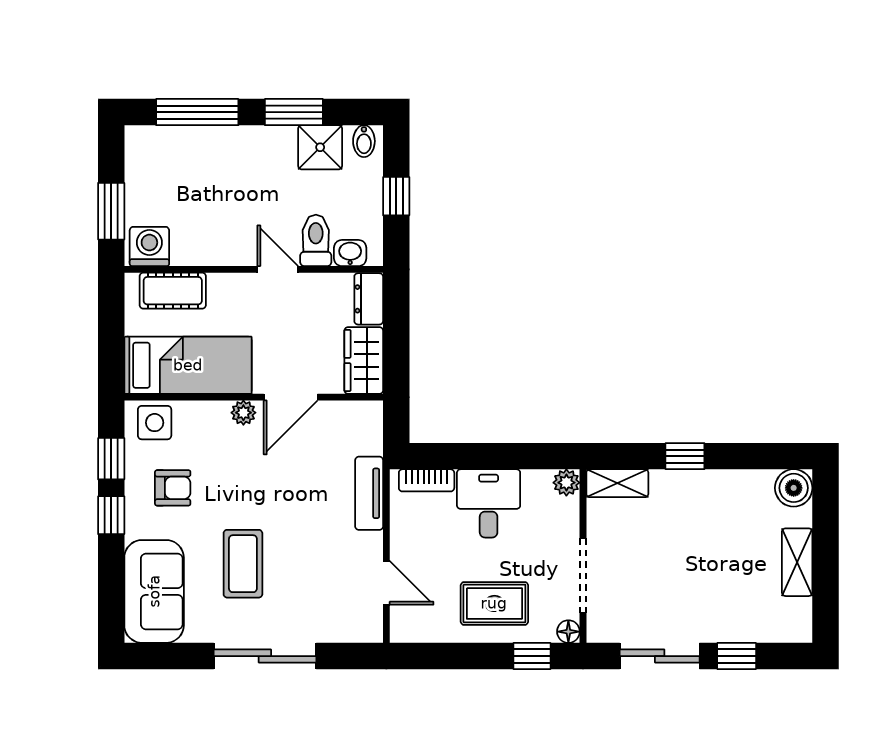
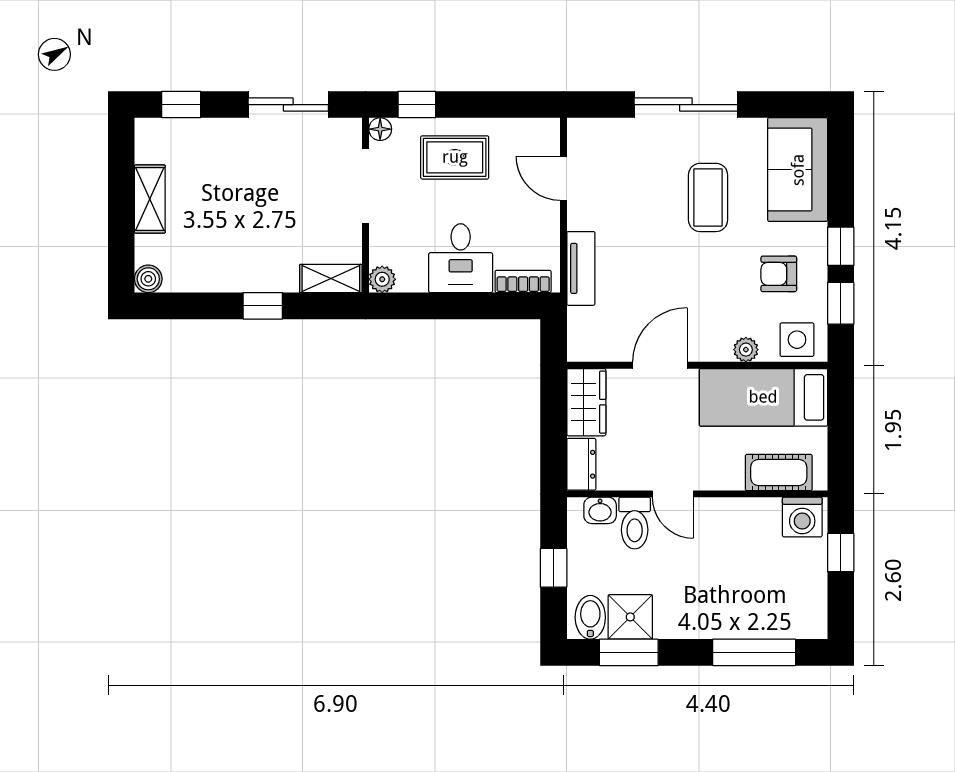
window: (294, 112) -> (629, 652), moved
bidet: (364, 141) -> (590, 617), width x1.38, depth x1.36
window: (111, 211) -> (841, 553), width x0.67
plant: (243, 413) -> (746, 350), moved
boiler: (794, 488) -> (148, 279), width x0.73, depth x0.73
window: (737, 656) -> (181, 105), moved

